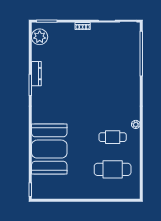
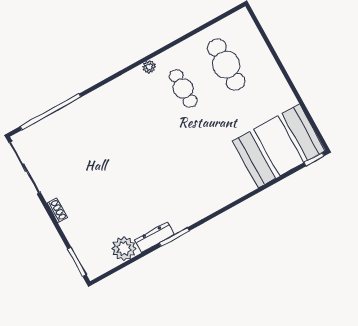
plant: (40, 37) -> (124, 249), moved
booth: (49, 149) -> (279, 146), moved

